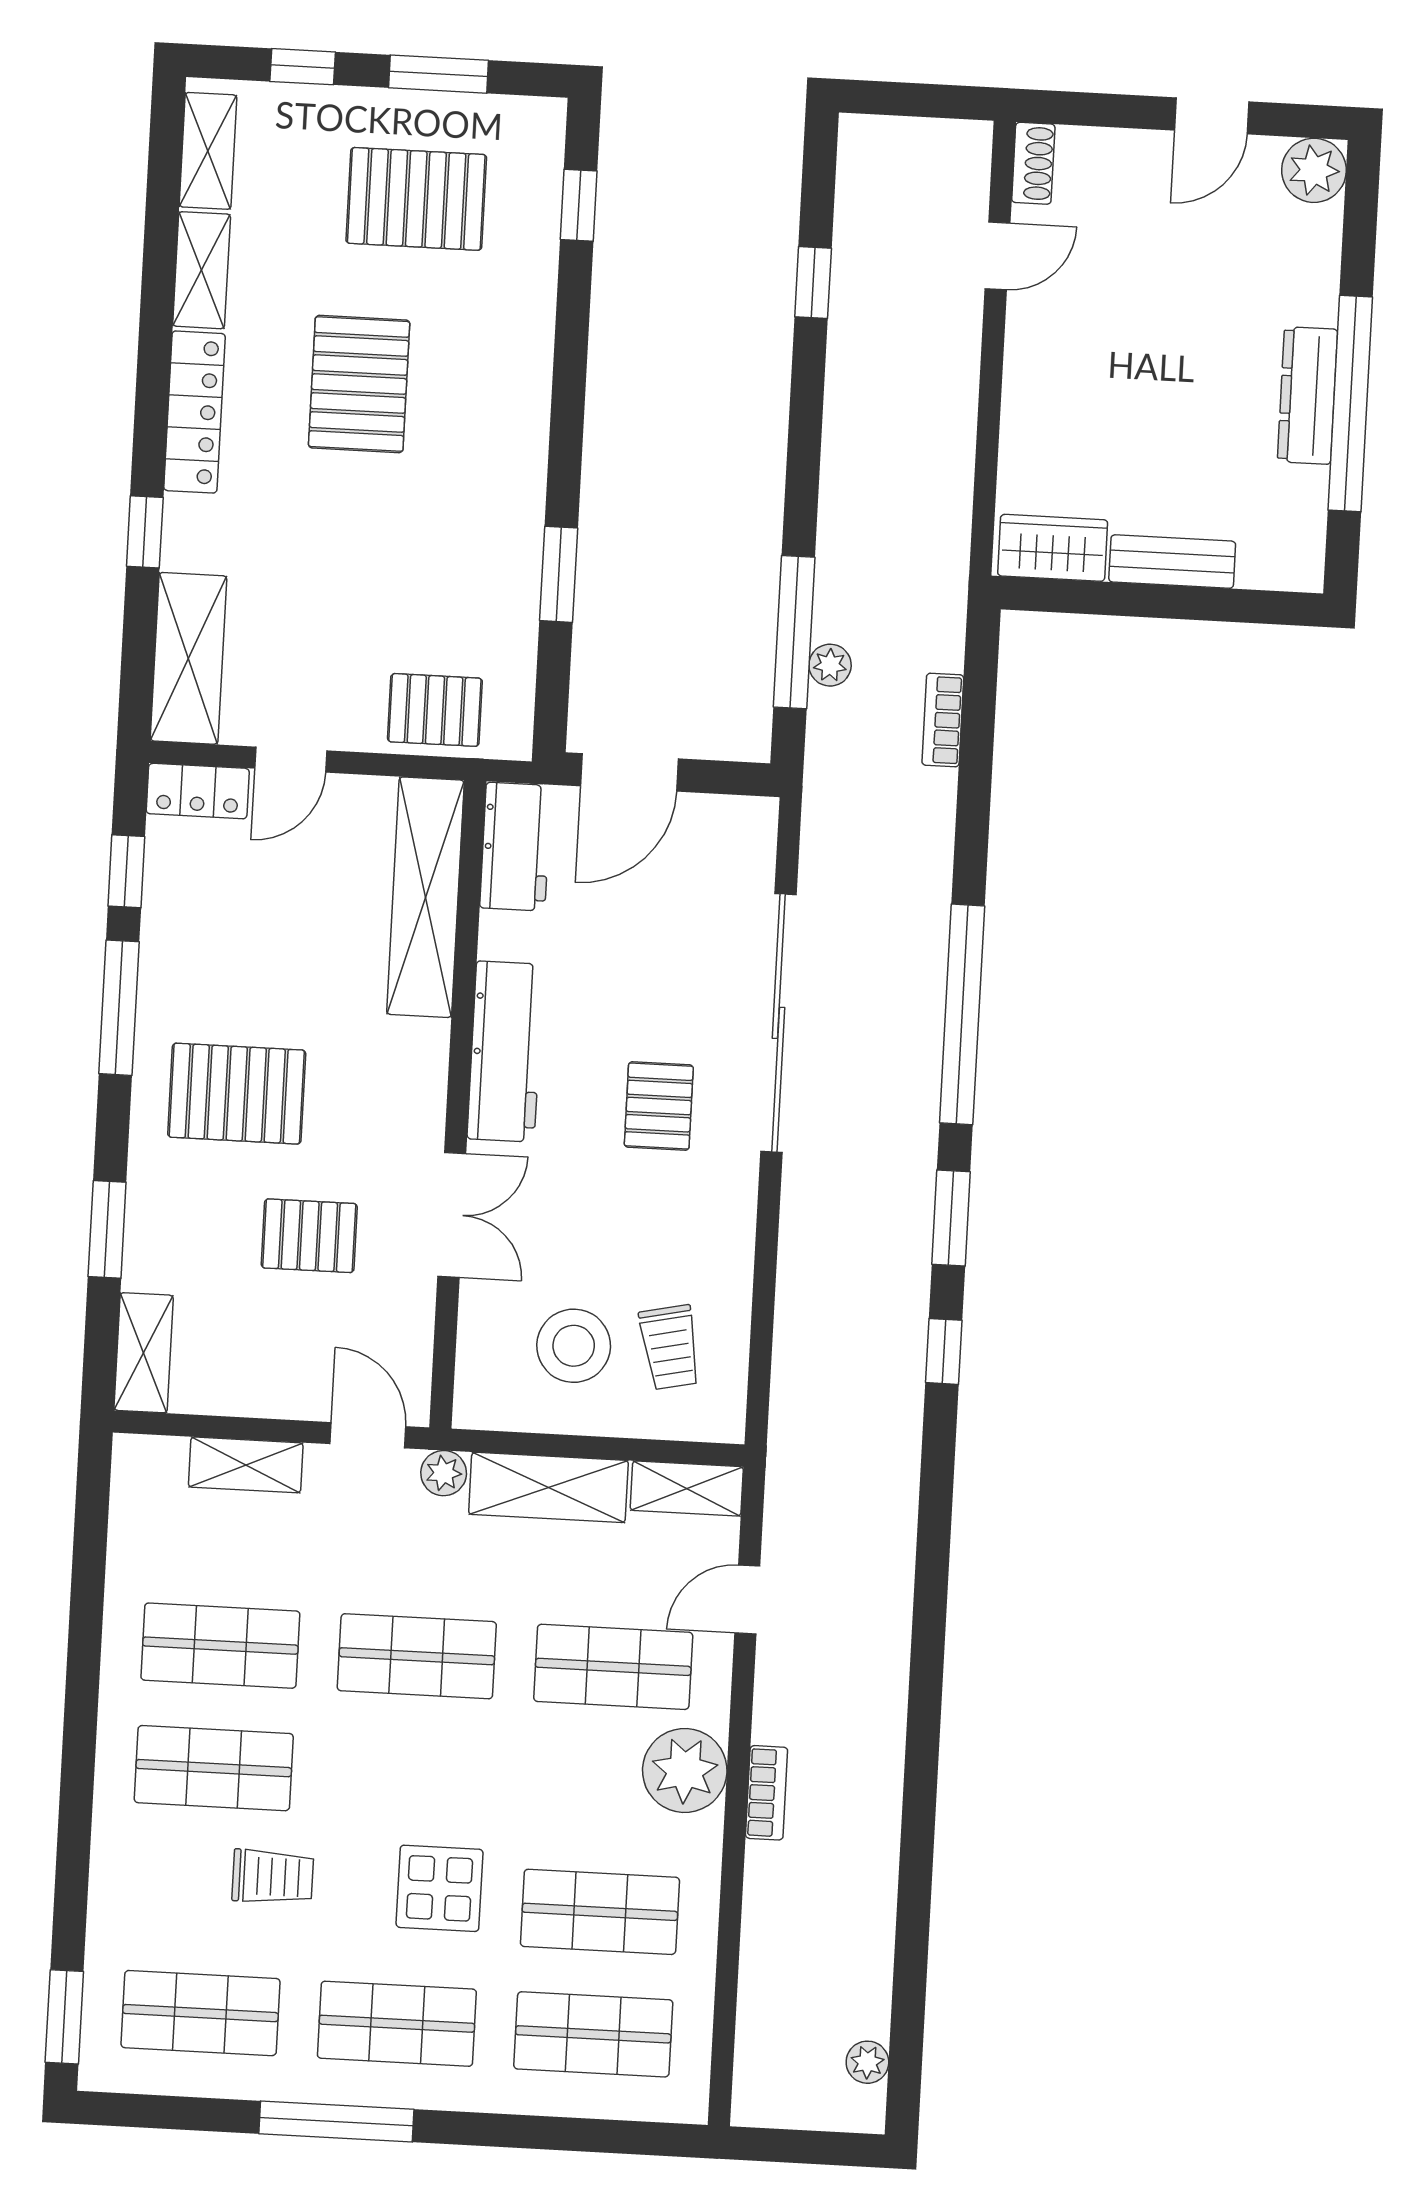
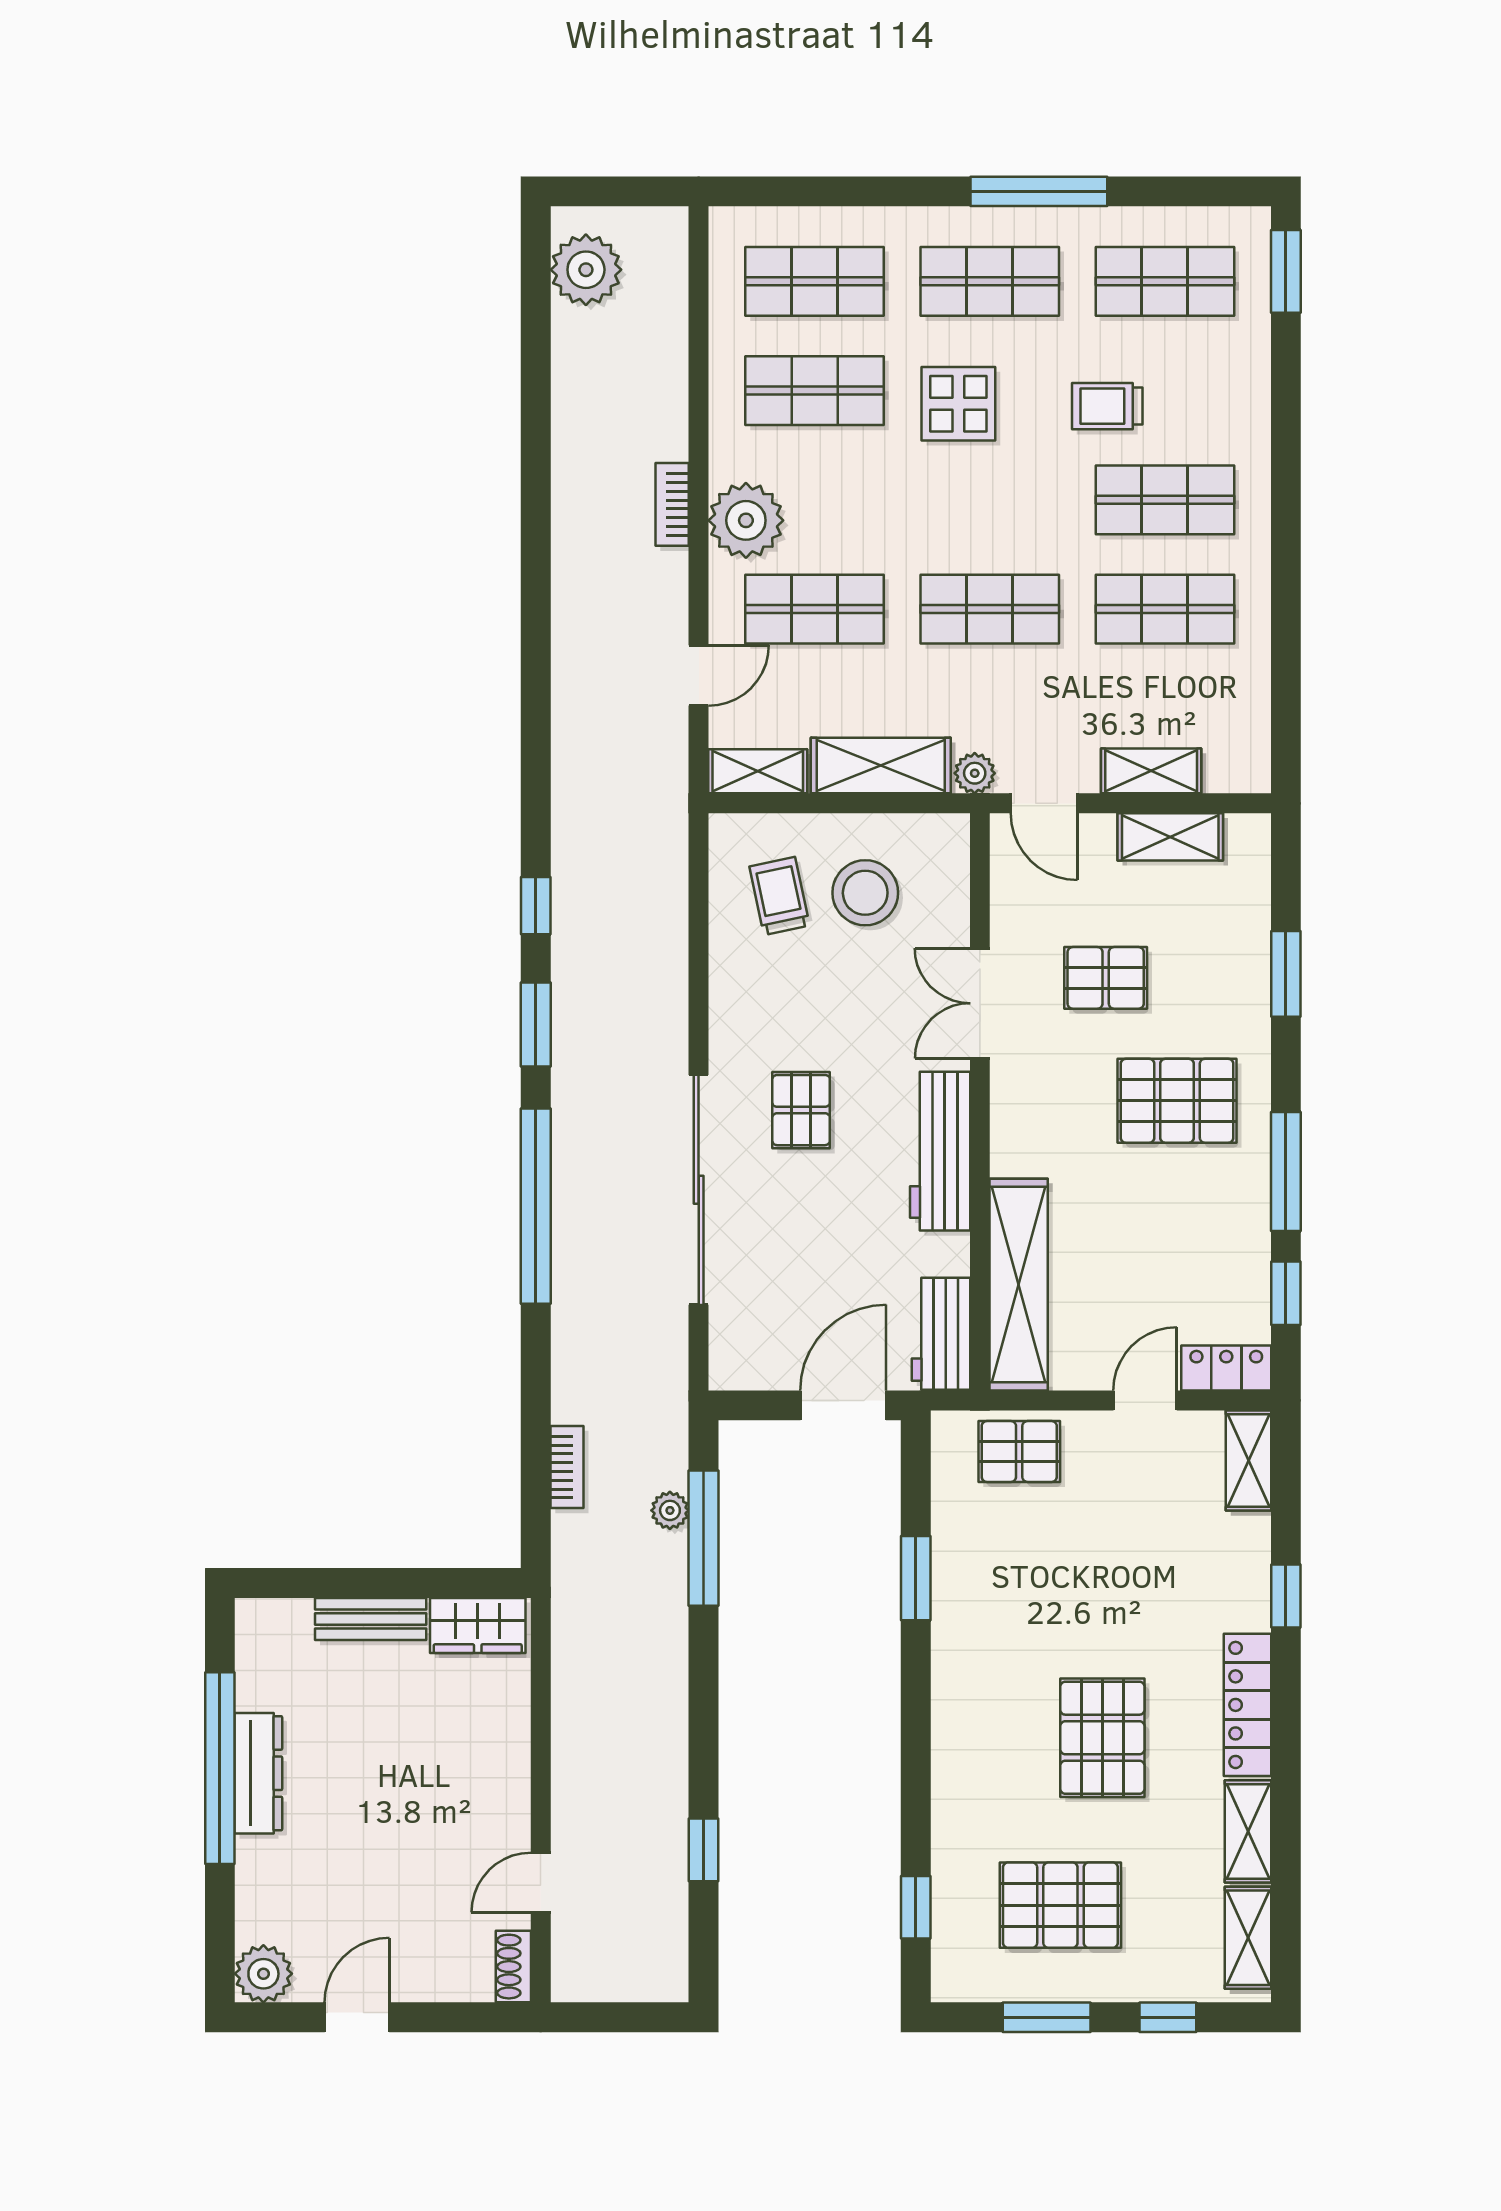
shelving: (188, 658) -> (1248, 1460), width x0.67, depth x0.75
shelving: (144, 1353) -> (1170, 837), moved, turned 90
plant: (867, 2062) -> (586, 270), width x1.87, depth x1.87

